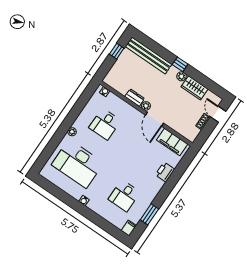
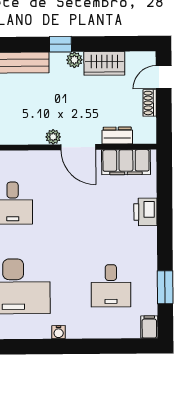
dresser: (135, 98) -> (117, 135), moved
door: (218, 114) -> (164, 77), hinge flipped

